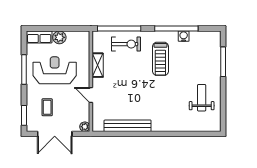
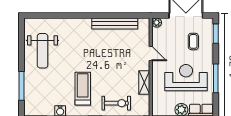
exercise bike: (126, 44) -> (116, 103), turned 180
reception desk: (55, 70) -> (186, 78), turned 180
weight bench: (202, 98) -> (43, 51), width x1.36, depth x1.33

